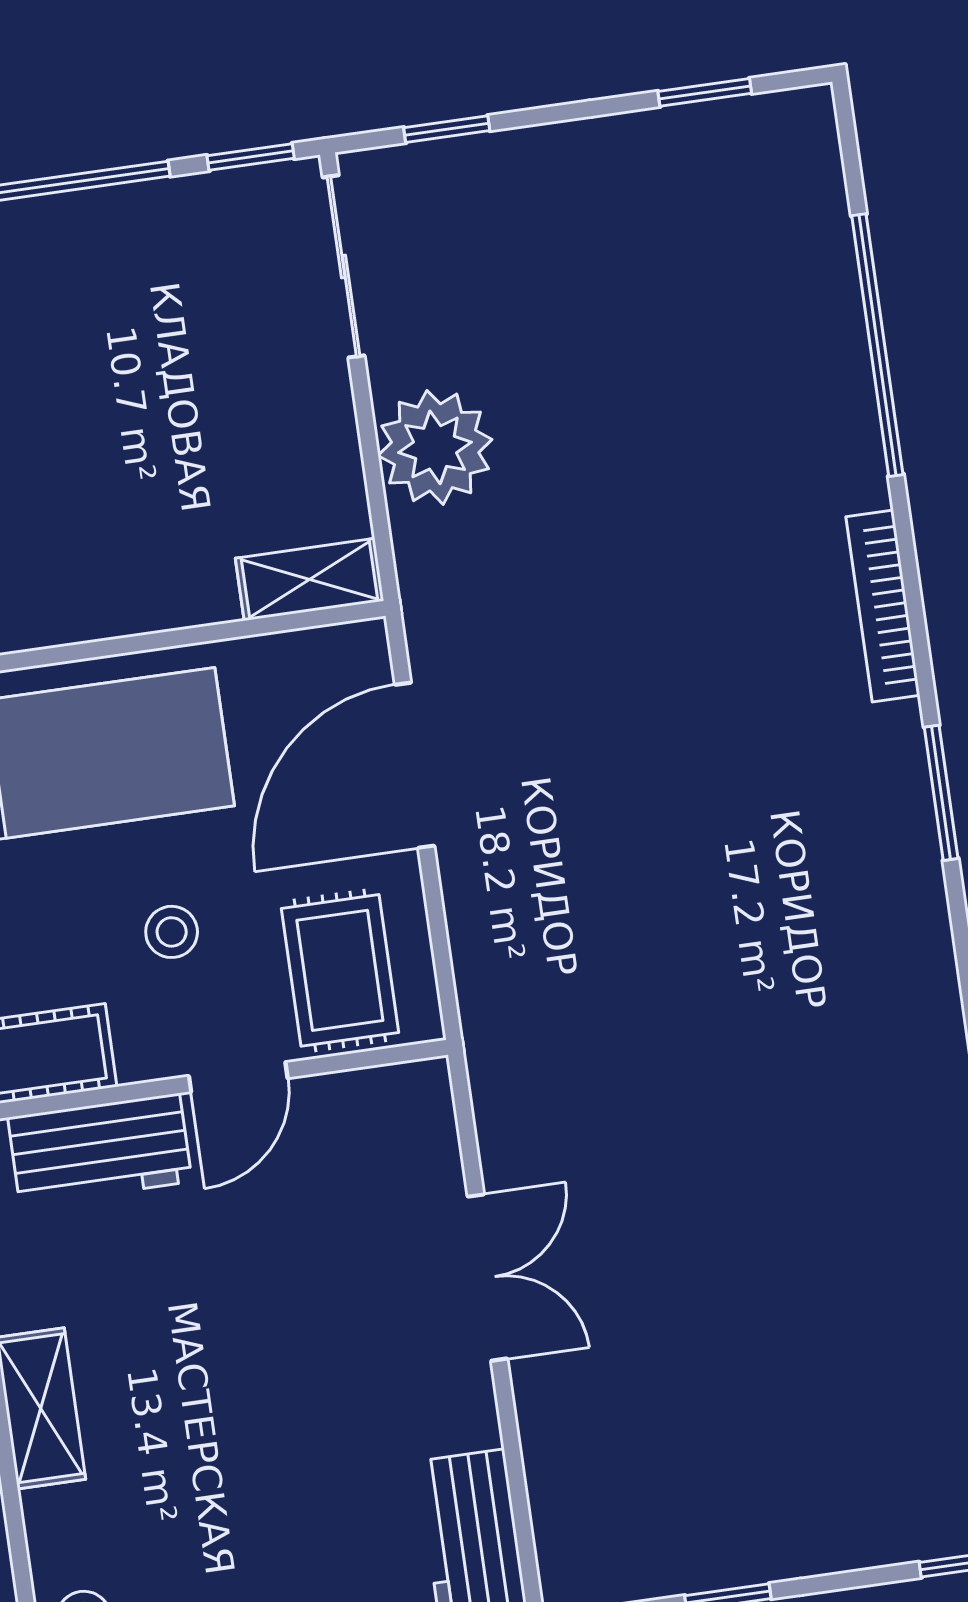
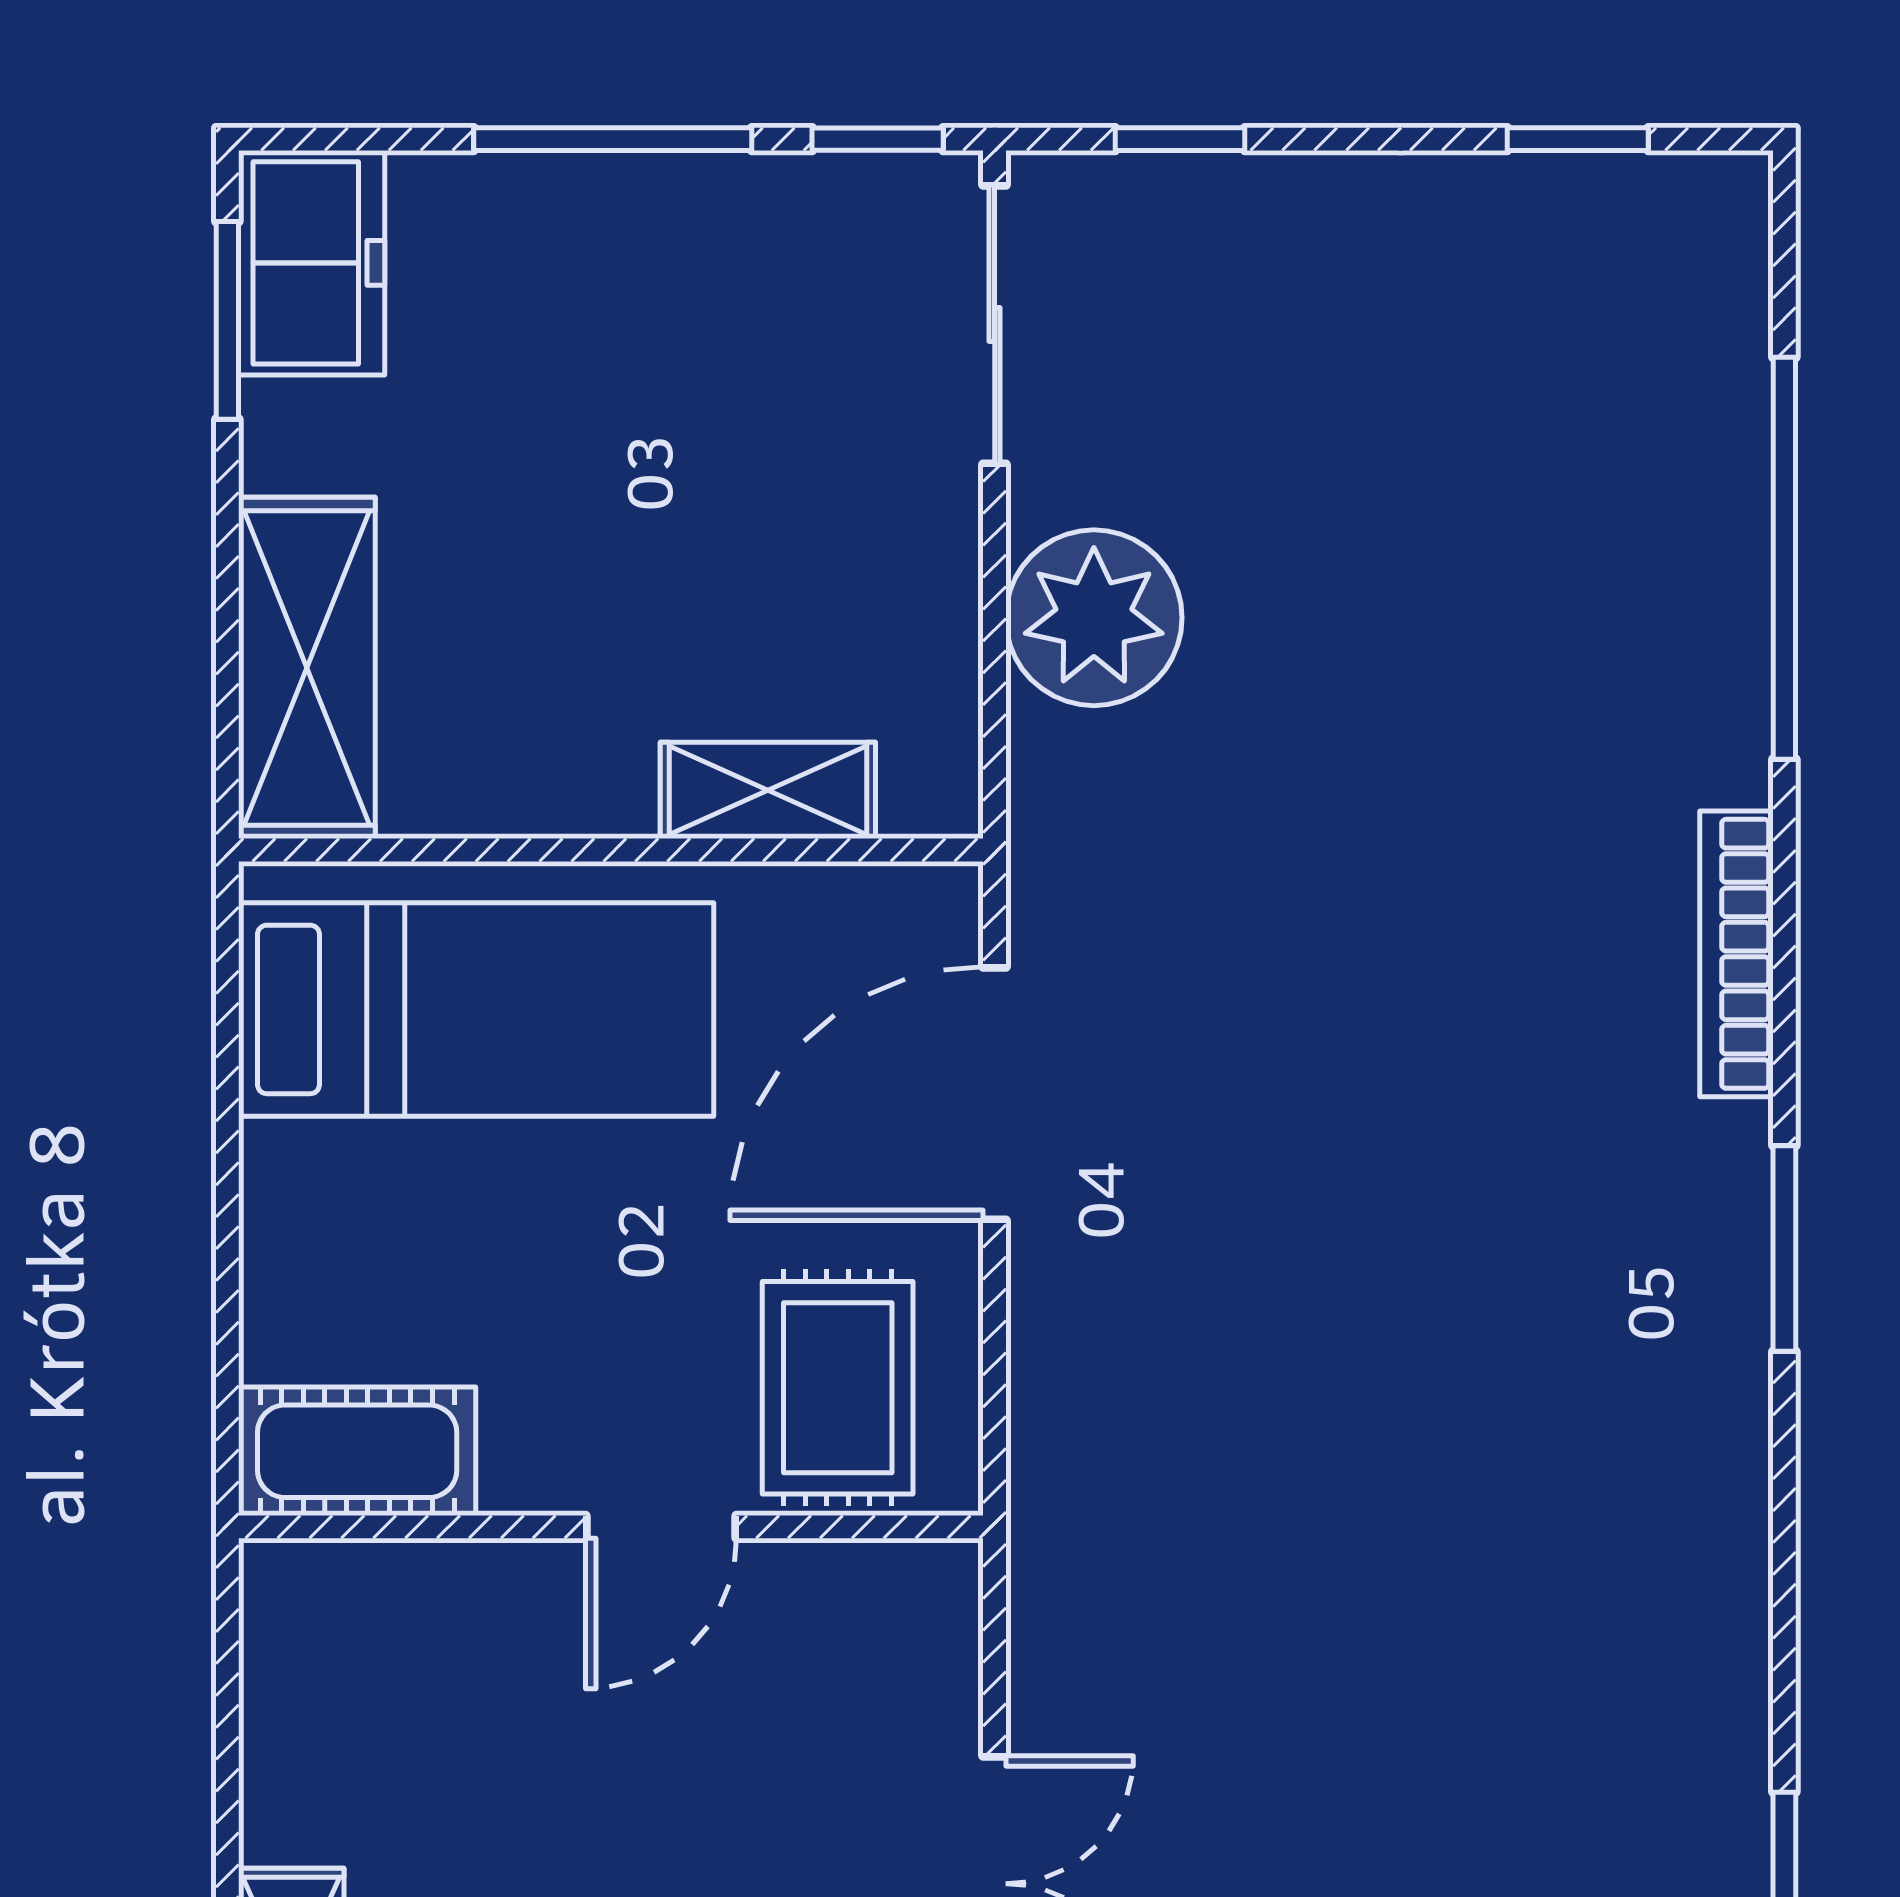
shelving: (310, 580) -> (768, 790), moved
stool: (172, 932) -> (591, 1293), removed
workbench: (100, 1150) -> (436, 1607), removed

